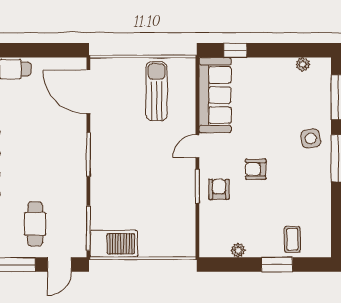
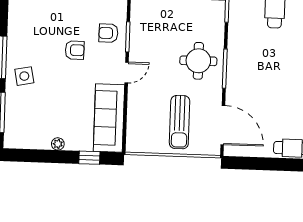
plant: (303, 64) -> (58, 144), moved
sun lounger: (157, 91) -> (180, 122), moved
round table: (118, 162) -> (198, 61), added
armchair: (219, 189) -> (108, 33), turned 90

